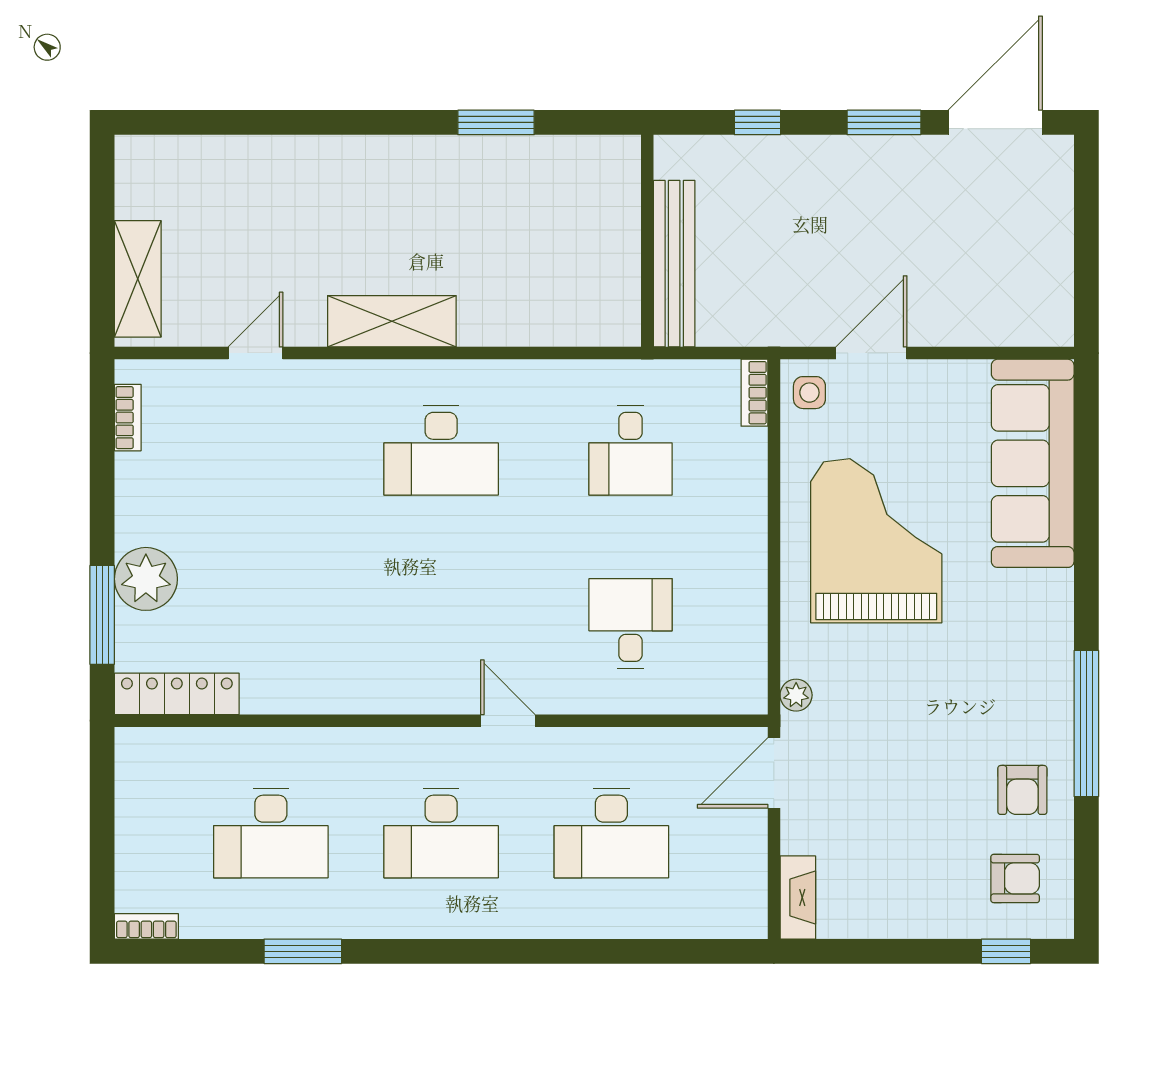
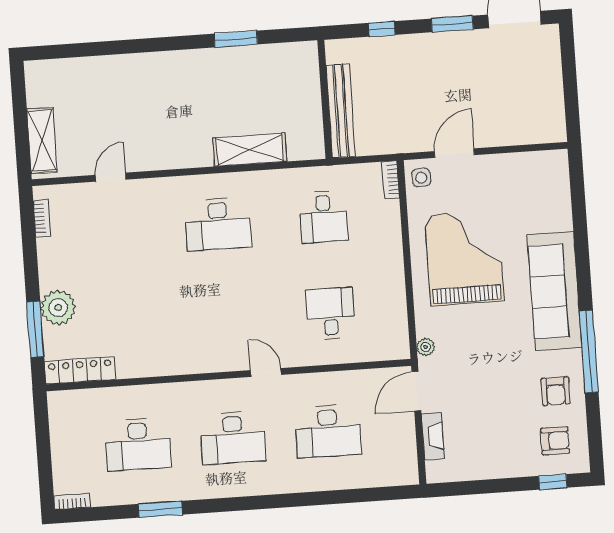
shelving: (392, 321) -> (250, 150), moved
sofa: (1033, 463) -> (554, 291), moved
fireplace: (798, 897) -> (433, 436), moved

